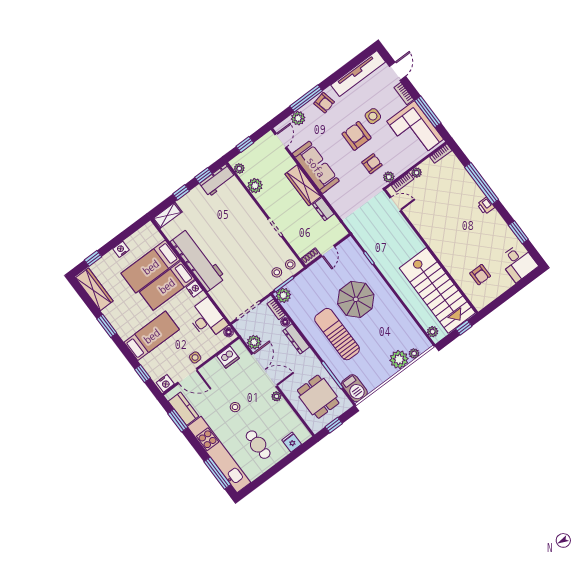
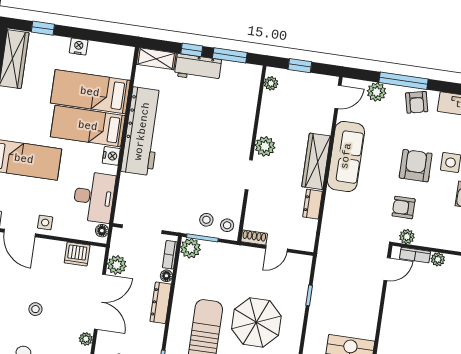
armchair: (372, 164) -> (404, 207), turned 180
window: (204, 175) -> (230, 55), width x1.50
workbench: (217, 180) -> (198, 68), moved
plant: (255, 186) -> (265, 146), moved
door: (396, 204) -> (387, 269), hinge flipped

